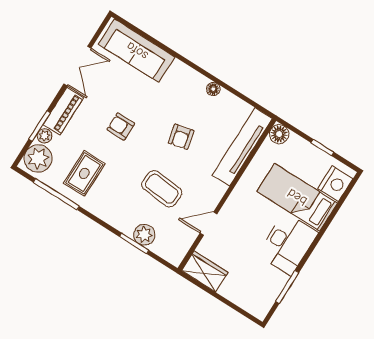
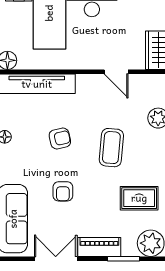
armchair: (121, 127) -> (63, 191), moved
plant: (45, 136) -> (129, 250), removed
coffee table: (162, 189) -> (111, 148), moved

